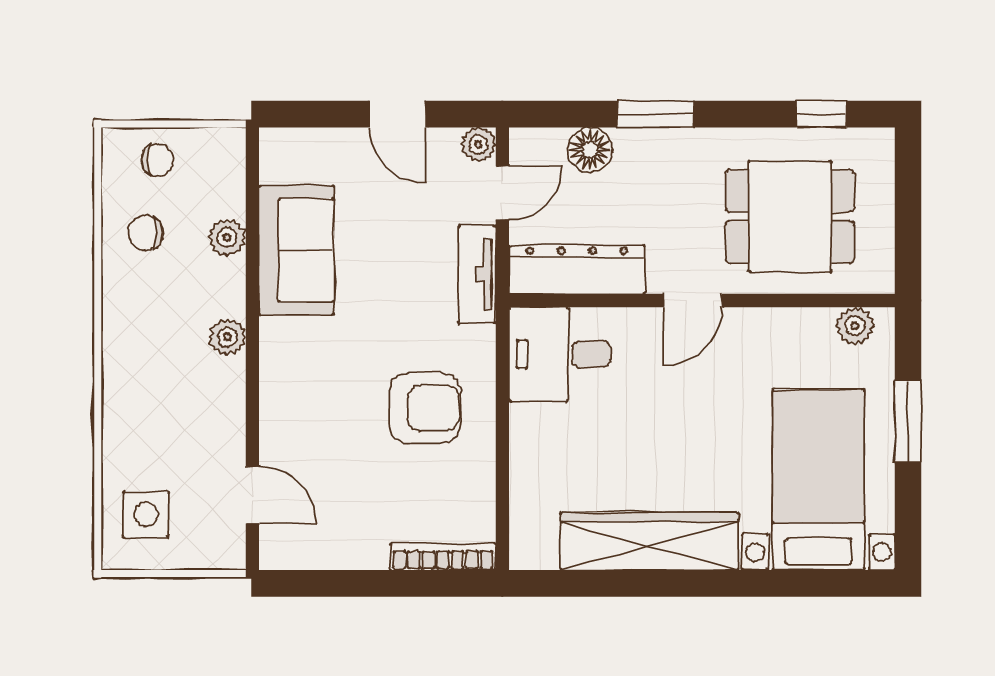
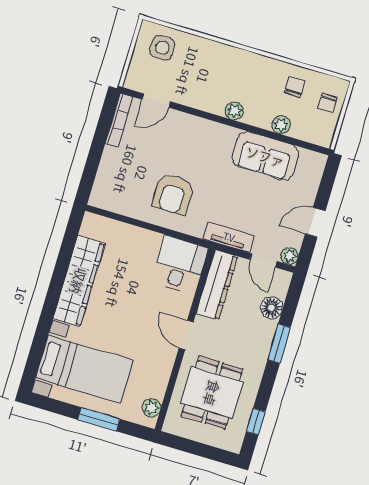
bookcase: (443, 557) -> (119, 120), moved

